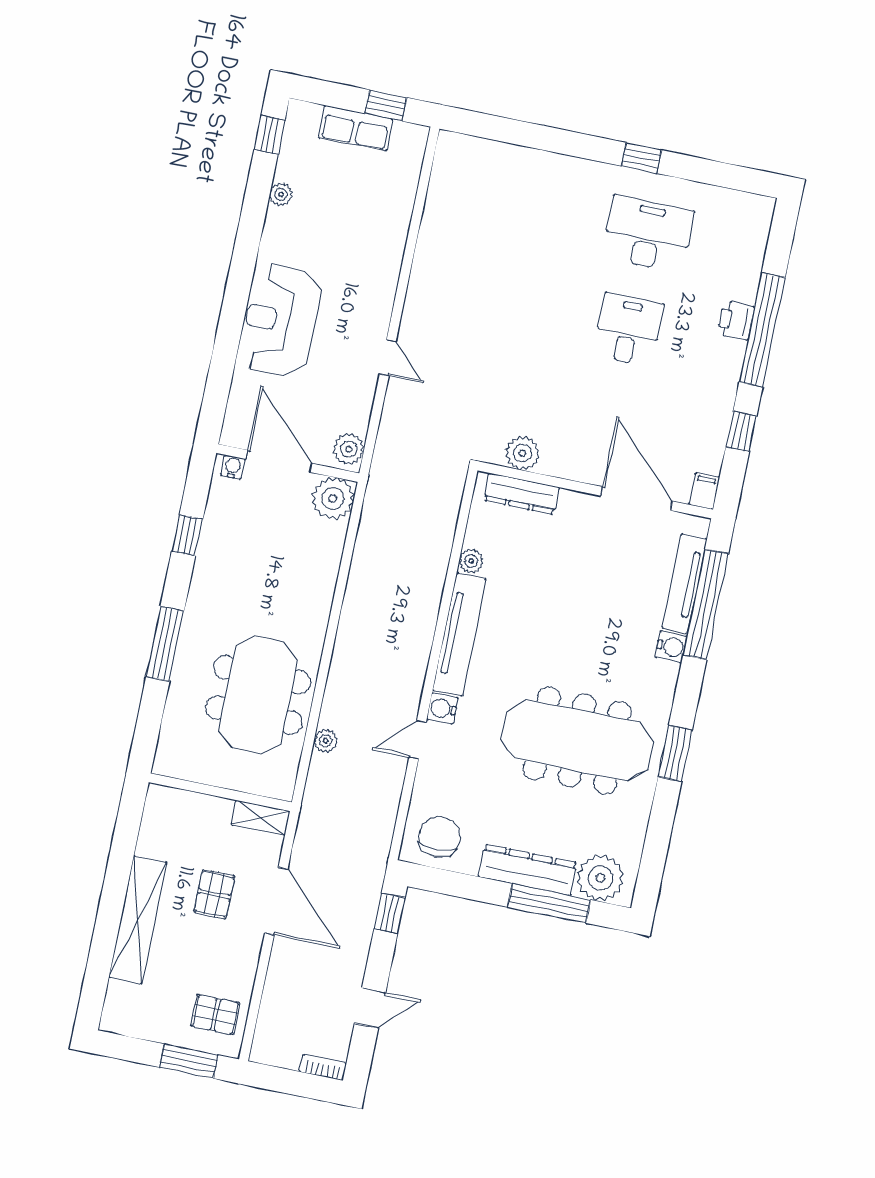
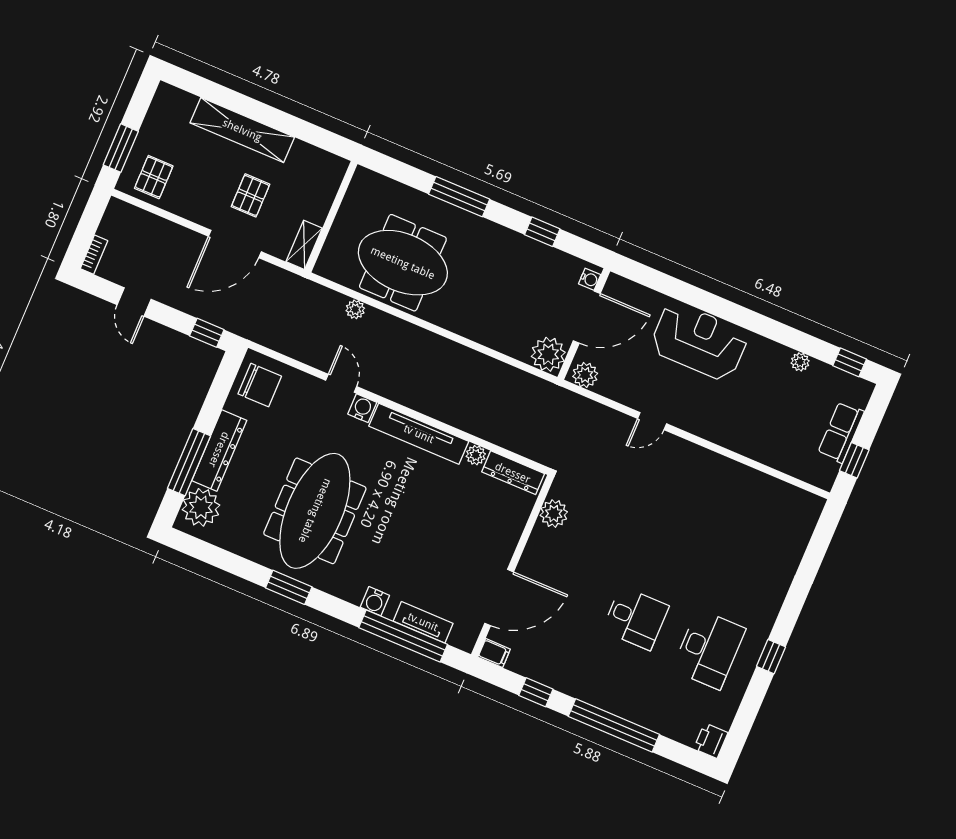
printer: (736, 320) -> (711, 741), moved, turned -90
dresser: (522, 494) -> (513, 473), moved, turned -90
tv unit: (685, 584) -> (423, 622), width x0.71
pallet: (214, 894) -> (251, 195), turned 90

